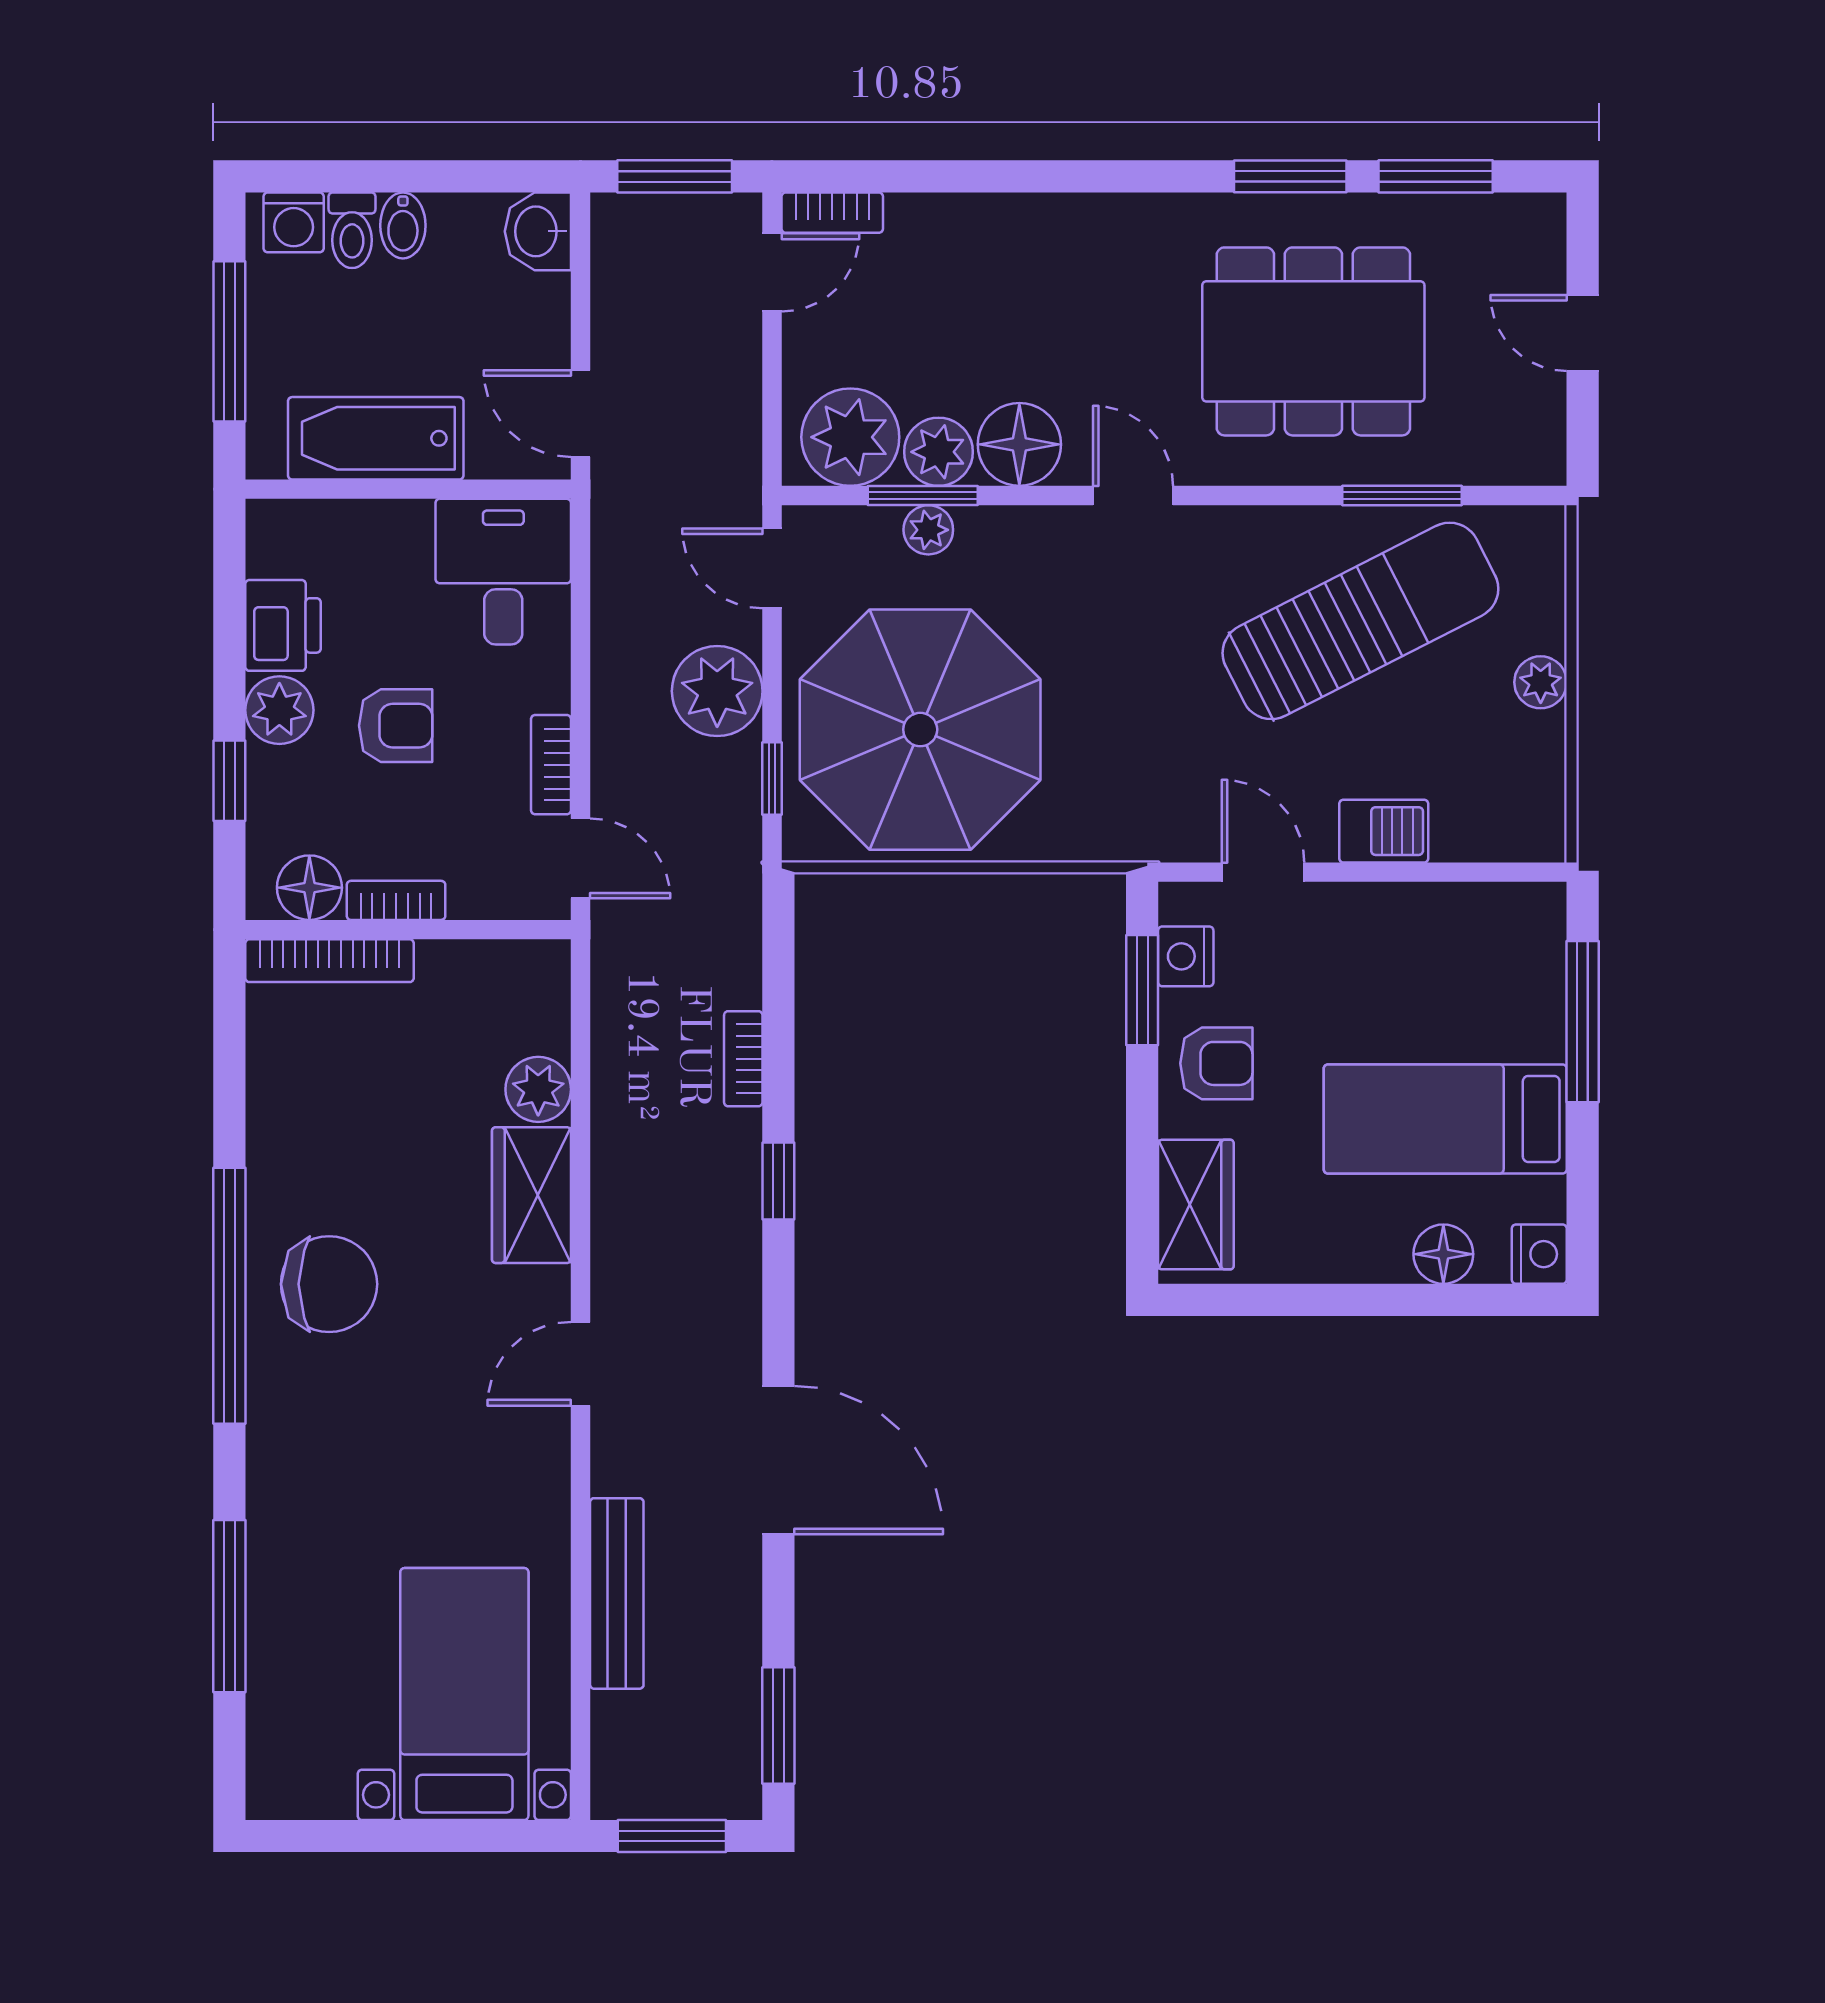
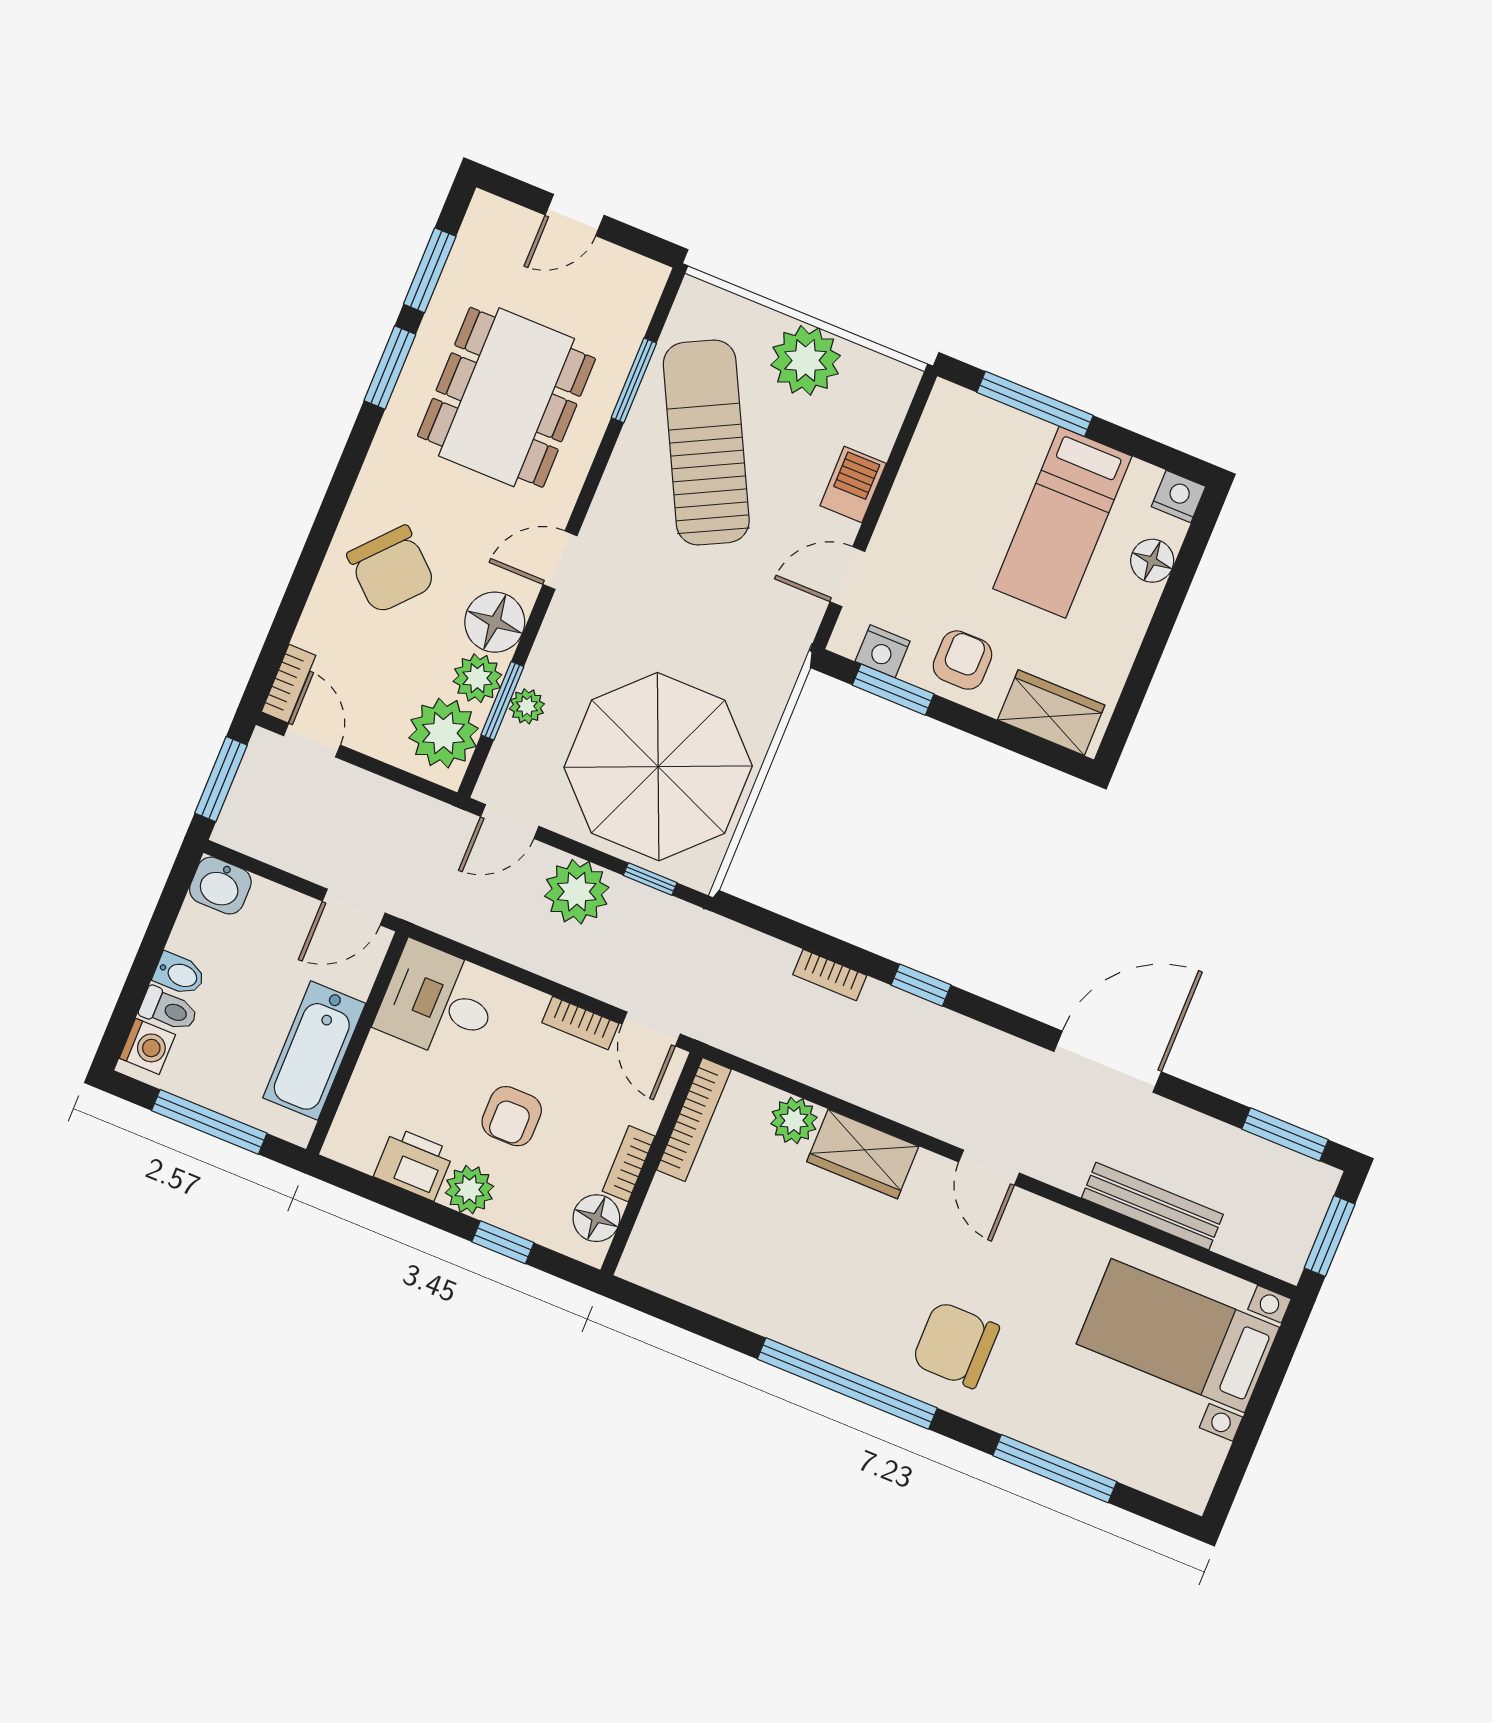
chair: (1032, 284) -> (391, 569), added
plant: (1541, 682) -> (806, 360), width x1.88, depth x1.88
armchair: (396, 726) -> (512, 1116), turned 180
door: (580, 858) -> (651, 1029), swing flipped
bookcase: (329, 961) -> (694, 1120), moved
chair: (329, 1284) -> (956, 1345), moved, turned -90

